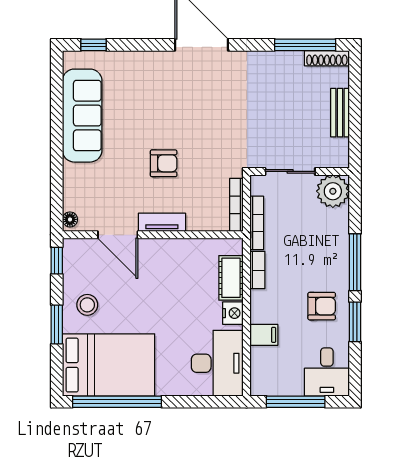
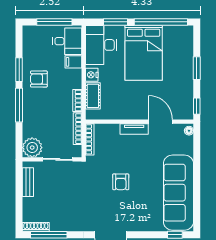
bench: (340, 113) -> (28, 182), moved
sofa: (82, 116) -> (178, 193), width x1.36, depth x1.27
armchair: (164, 163) -> (121, 182), moved, turned -90
stool: (87, 305) -> (179, 80), removed
bed: (109, 365) -> (144, 53), moved, turned -90
desk: (327, 372) -> (67, 41), moved, turned 90
window: (193, 402) -> (115, 22), added

